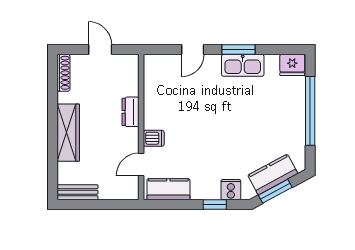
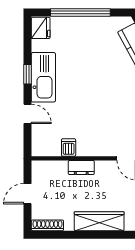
window: (239, 50) -> (27, 74), width x0.67
kitchen sink: (243, 65) -> (43, 77), width x1.36, depth x1.24
dishwasher: (154, 138) -> (69, 148), moved

